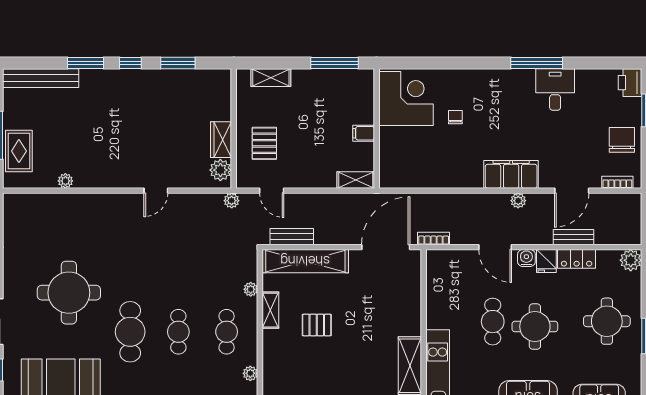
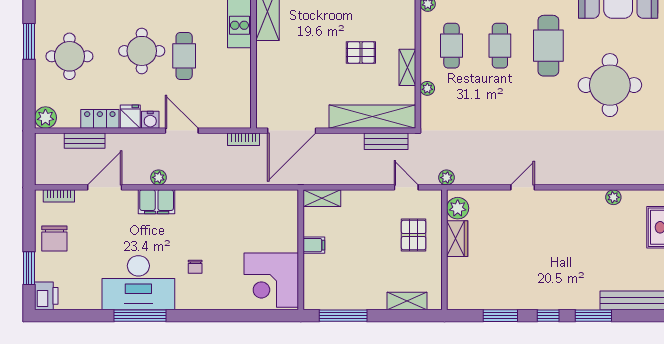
desk: (555, 90) -> (138, 283), width x1.87, depth x1.30
chair: (455, 117) -> (195, 267), moved
filing cabinet: (511, 174) -> (157, 202), width x0.67, depth x0.86
bench: (574, 237) -> (85, 141), moved

